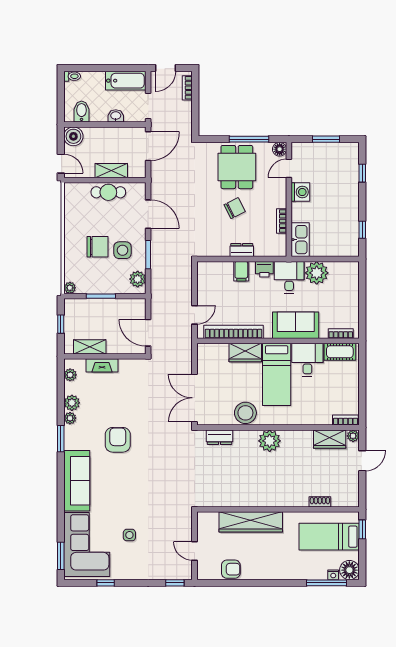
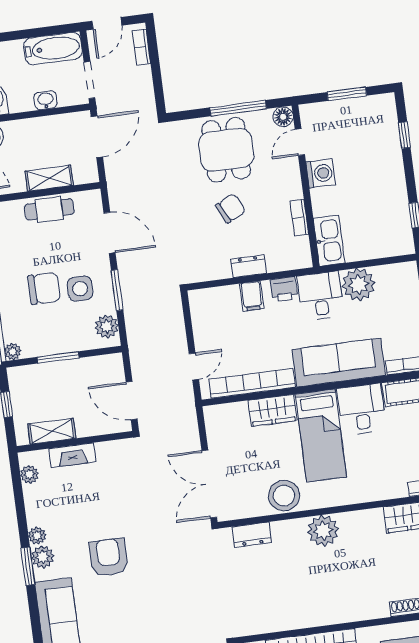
sofa: (296, 325) -> (339, 362), width x1.36
plant: (72, 403) -> (43, 557), moved

